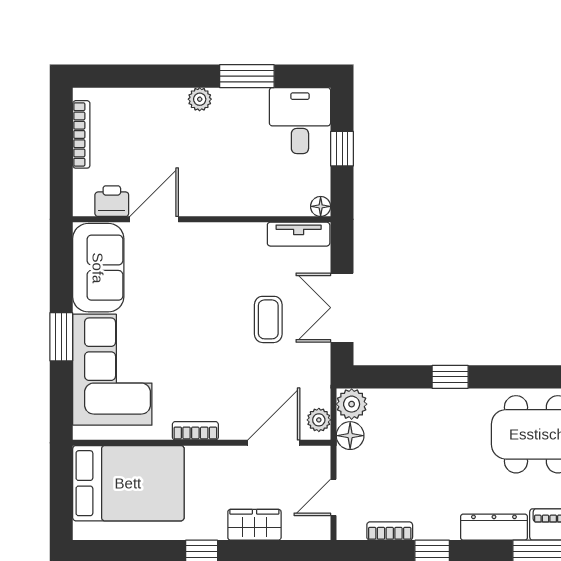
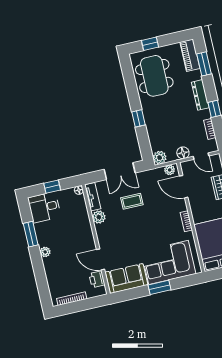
plant: (250, 237) -> (99, 217), added
floor lamp: (350, 436) -> (183, 153), moved
dresser: (494, 527) -> (200, 95), moved

